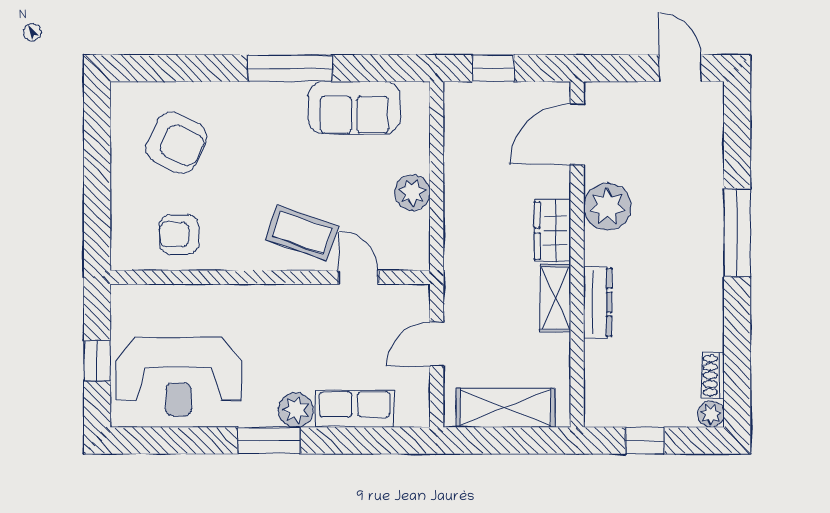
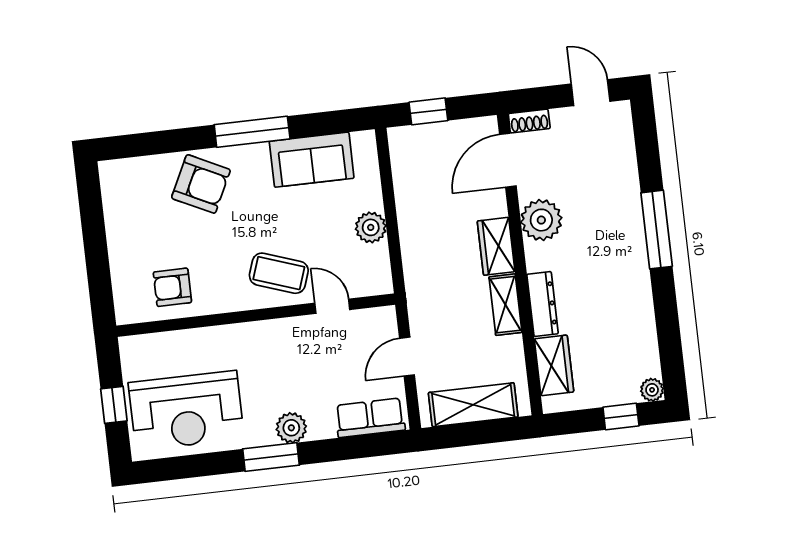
armchair: (176, 143) -> (201, 184), moved
wardrobe: (603, 374) -> (554, 365), added
shoe rack: (713, 375) -> (529, 121), moved, turned -90
row of seats: (355, 409) -> (370, 418), moved
window: (645, 440) -> (621, 417), moved

